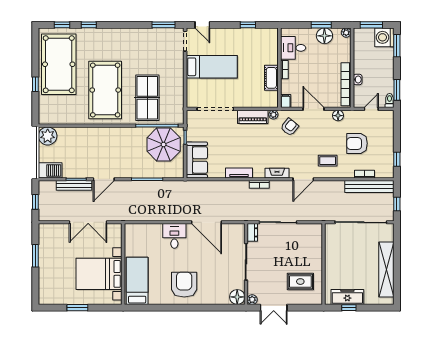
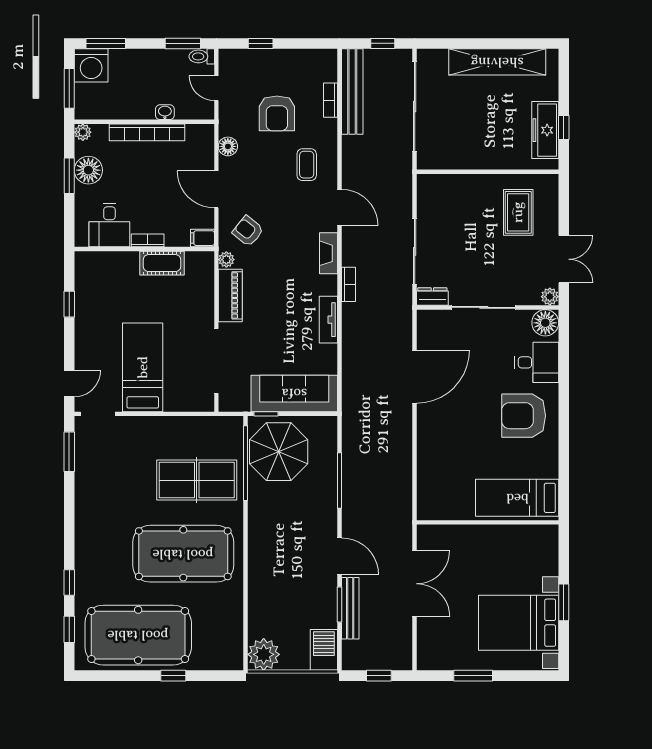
bookcase: (346, 84) -> (147, 132), moved
door: (313, 109) -> (216, 189), hinge flipped
window: (397, 159) -> (261, 43), moved
sofa: (197, 160) -> (294, 393), width x1.36
desk: (174, 236) -> (537, 362), moved, turned 180
bed with nightstands: (99, 274) -> (519, 623), moved, turned 90

